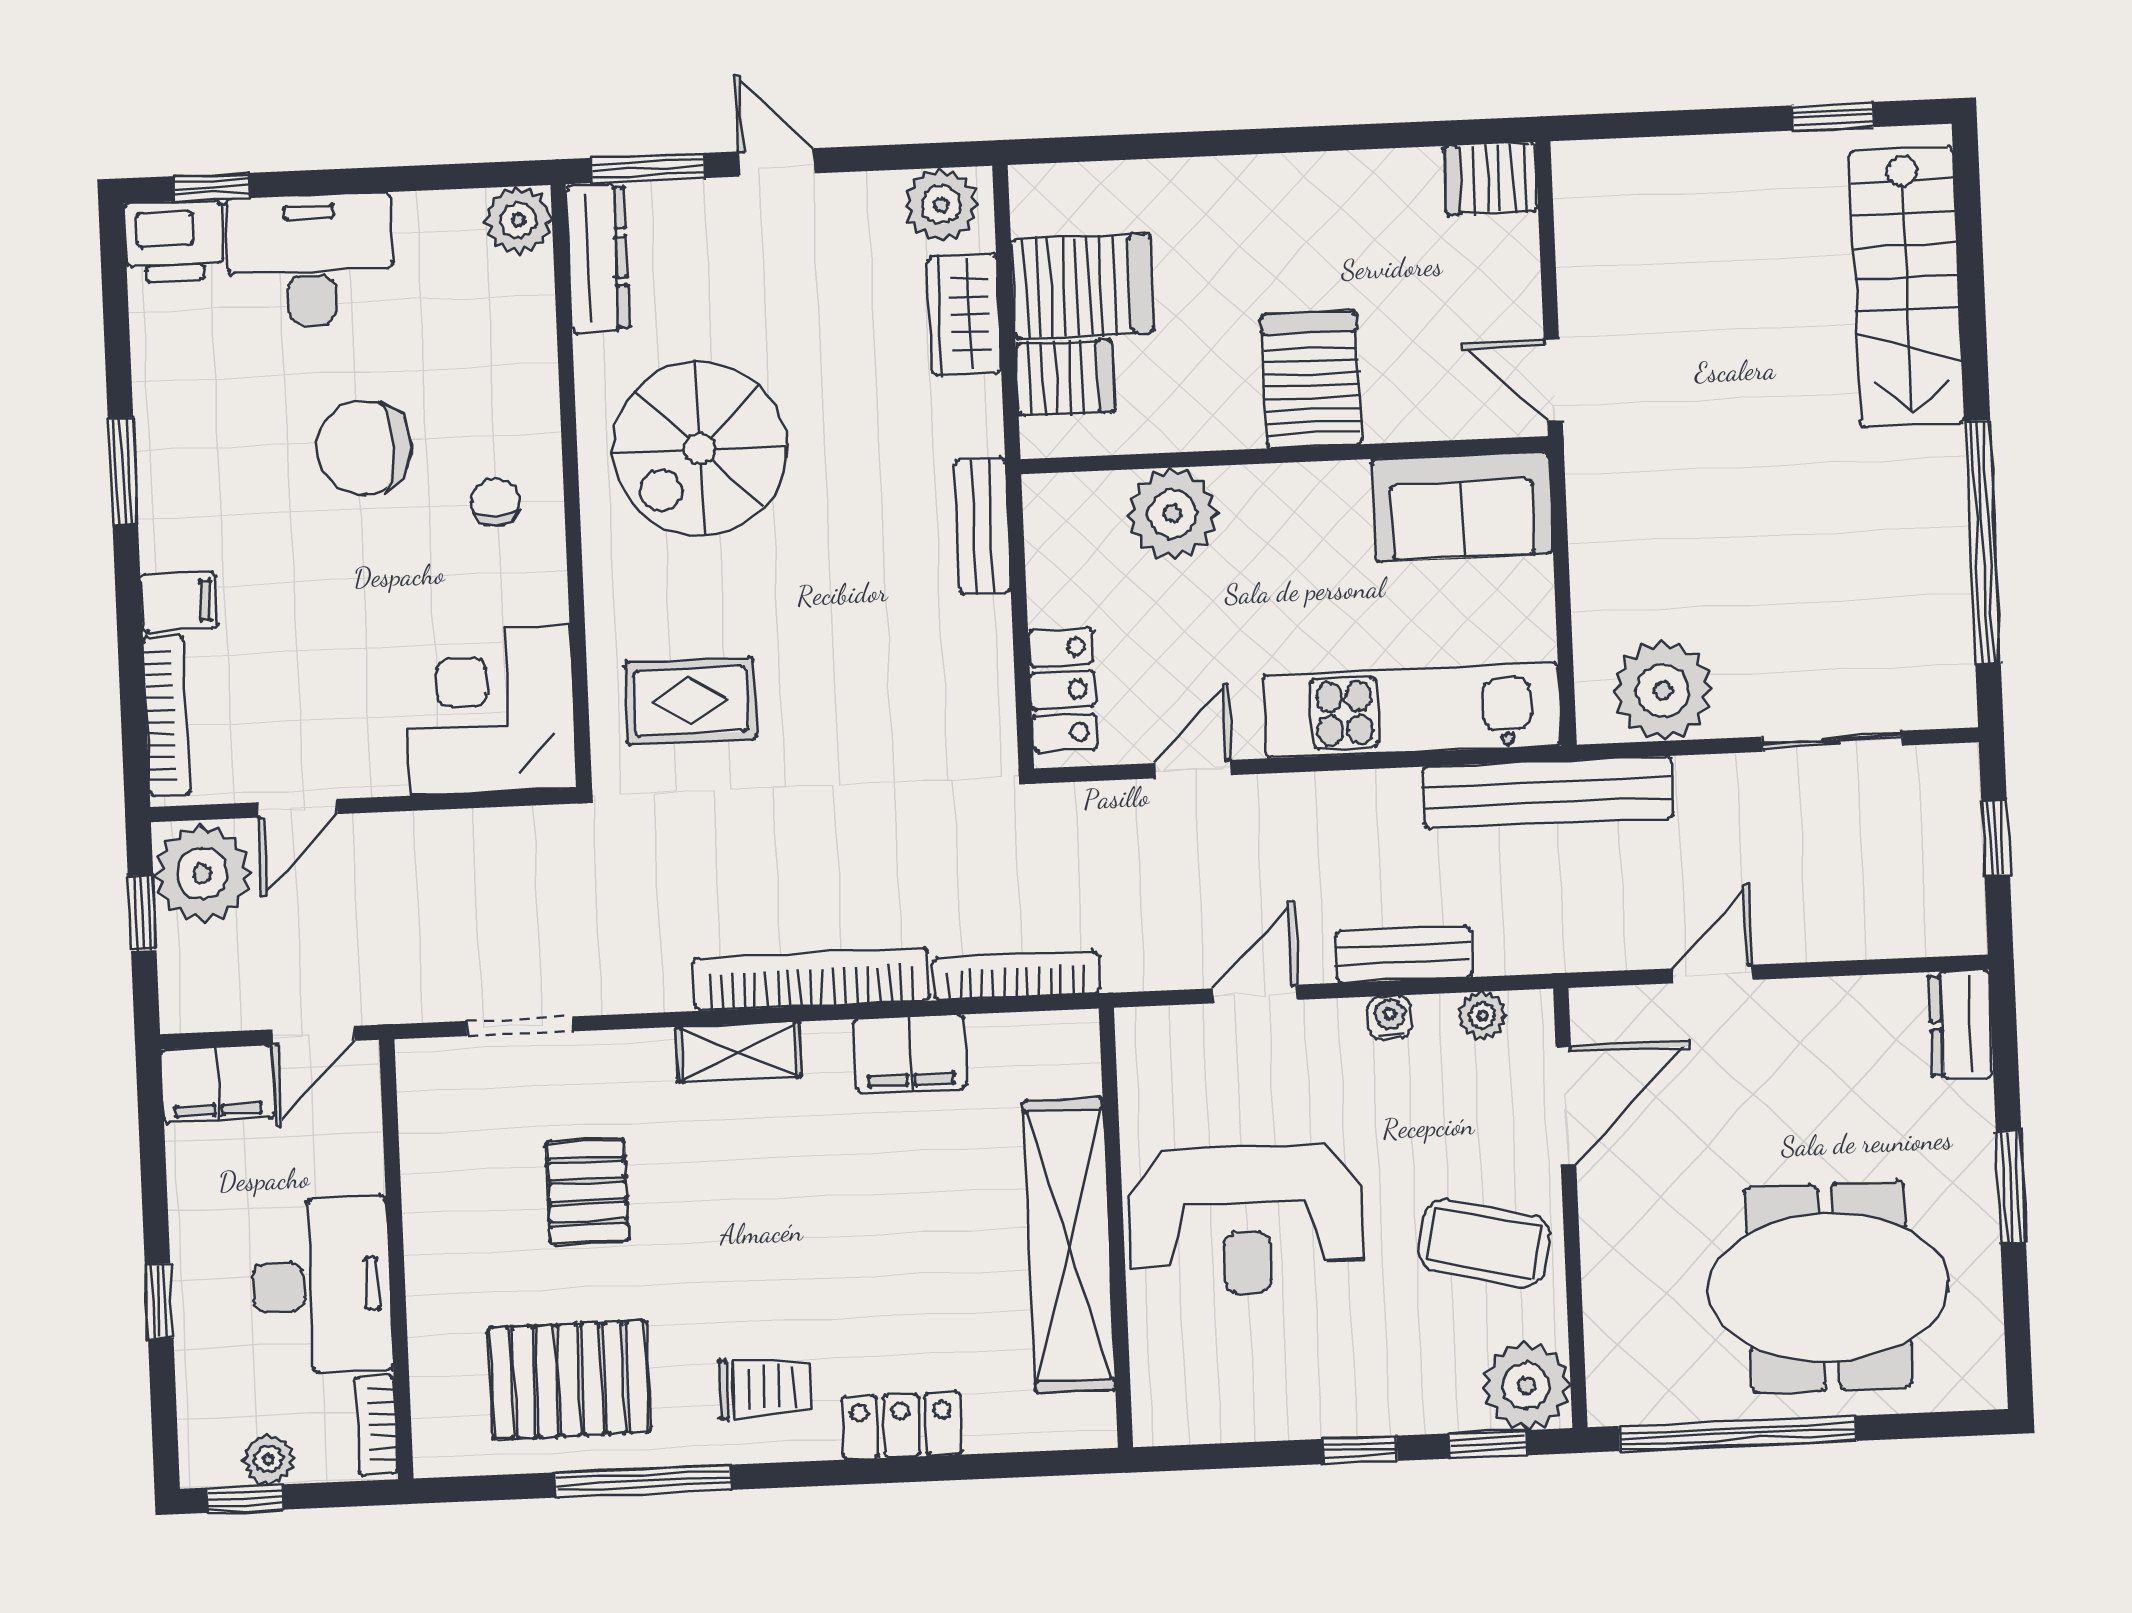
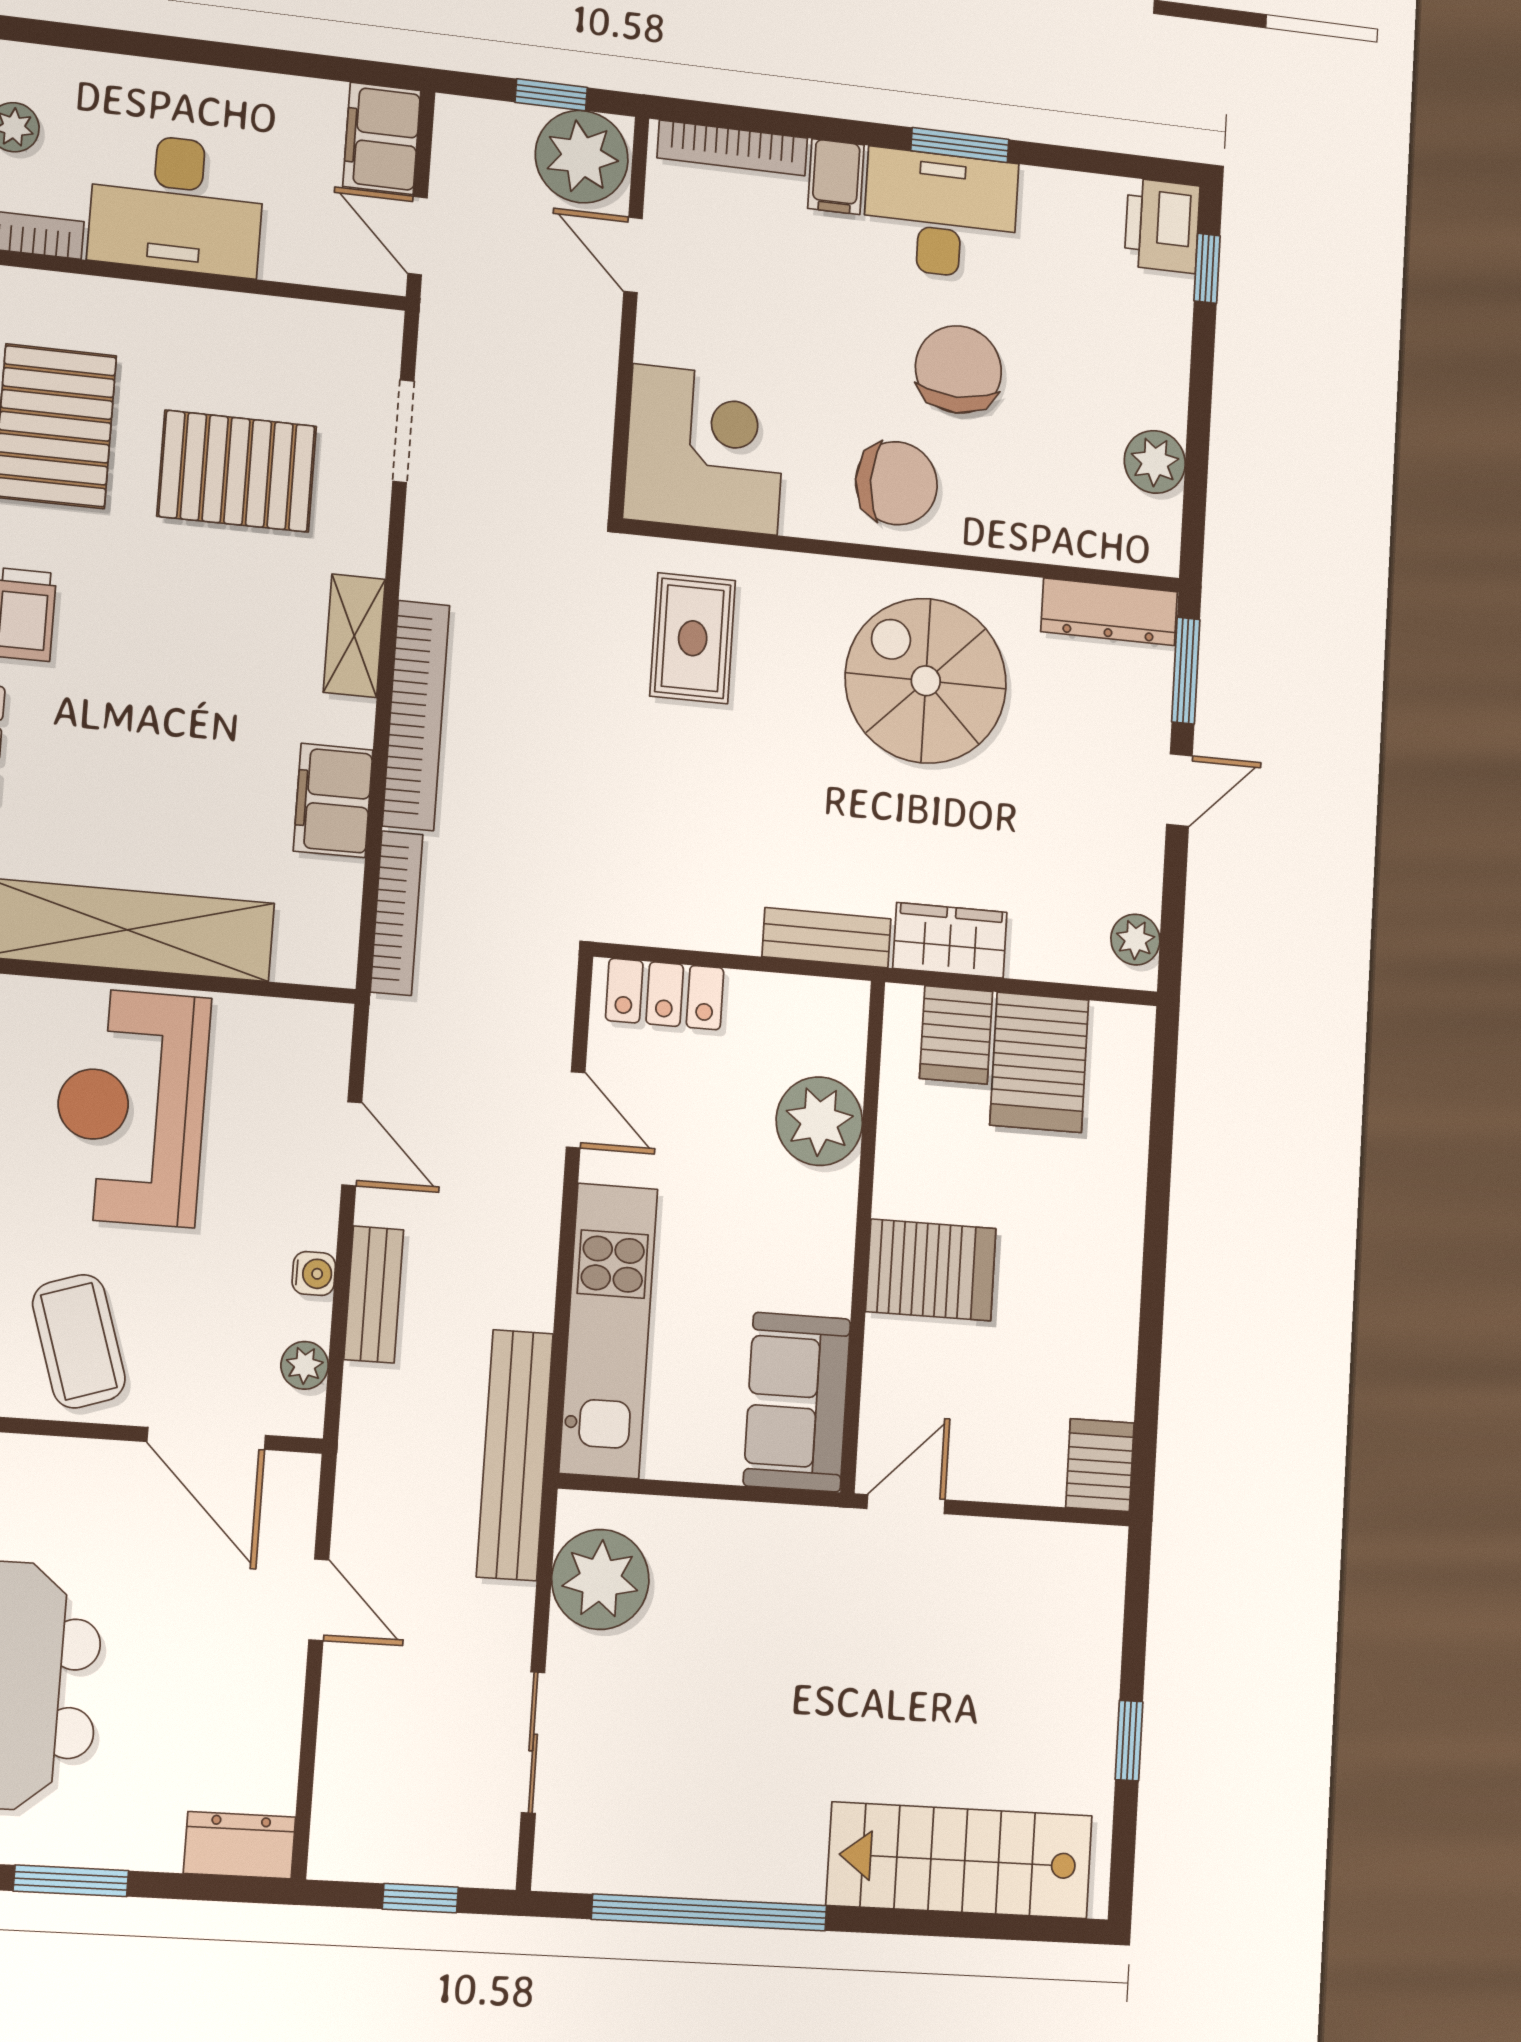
window: (1833, 116) -> (1129, 1741), moved
plant: (941, 205) -> (1135, 940), width x0.73, depth x0.73
plant: (518, 220) -> (1155, 462), moved
desk: (310, 260) -> (940, 214), moved, turned -90
wardrobe: (964, 315) -> (950, 940), moved
chair: (495, 502) -> (896, 483), width x1.87, depth x1.87
pallet: (587, 1191) -> (237, 471), width x1.50, depth x1.42
coffee table: (1484, 1243) -> (79, 1341), turned -31
window: (159, 1301) -> (181, 49), removed

